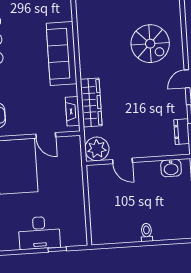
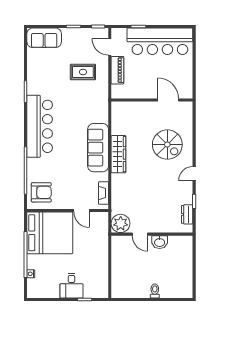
wardrobe: (91, 103) -> (118, 154), moved
washbasin: (171, 168) -> (160, 242), moved
desk: (39, 233) -> (71, 286), width x0.73

